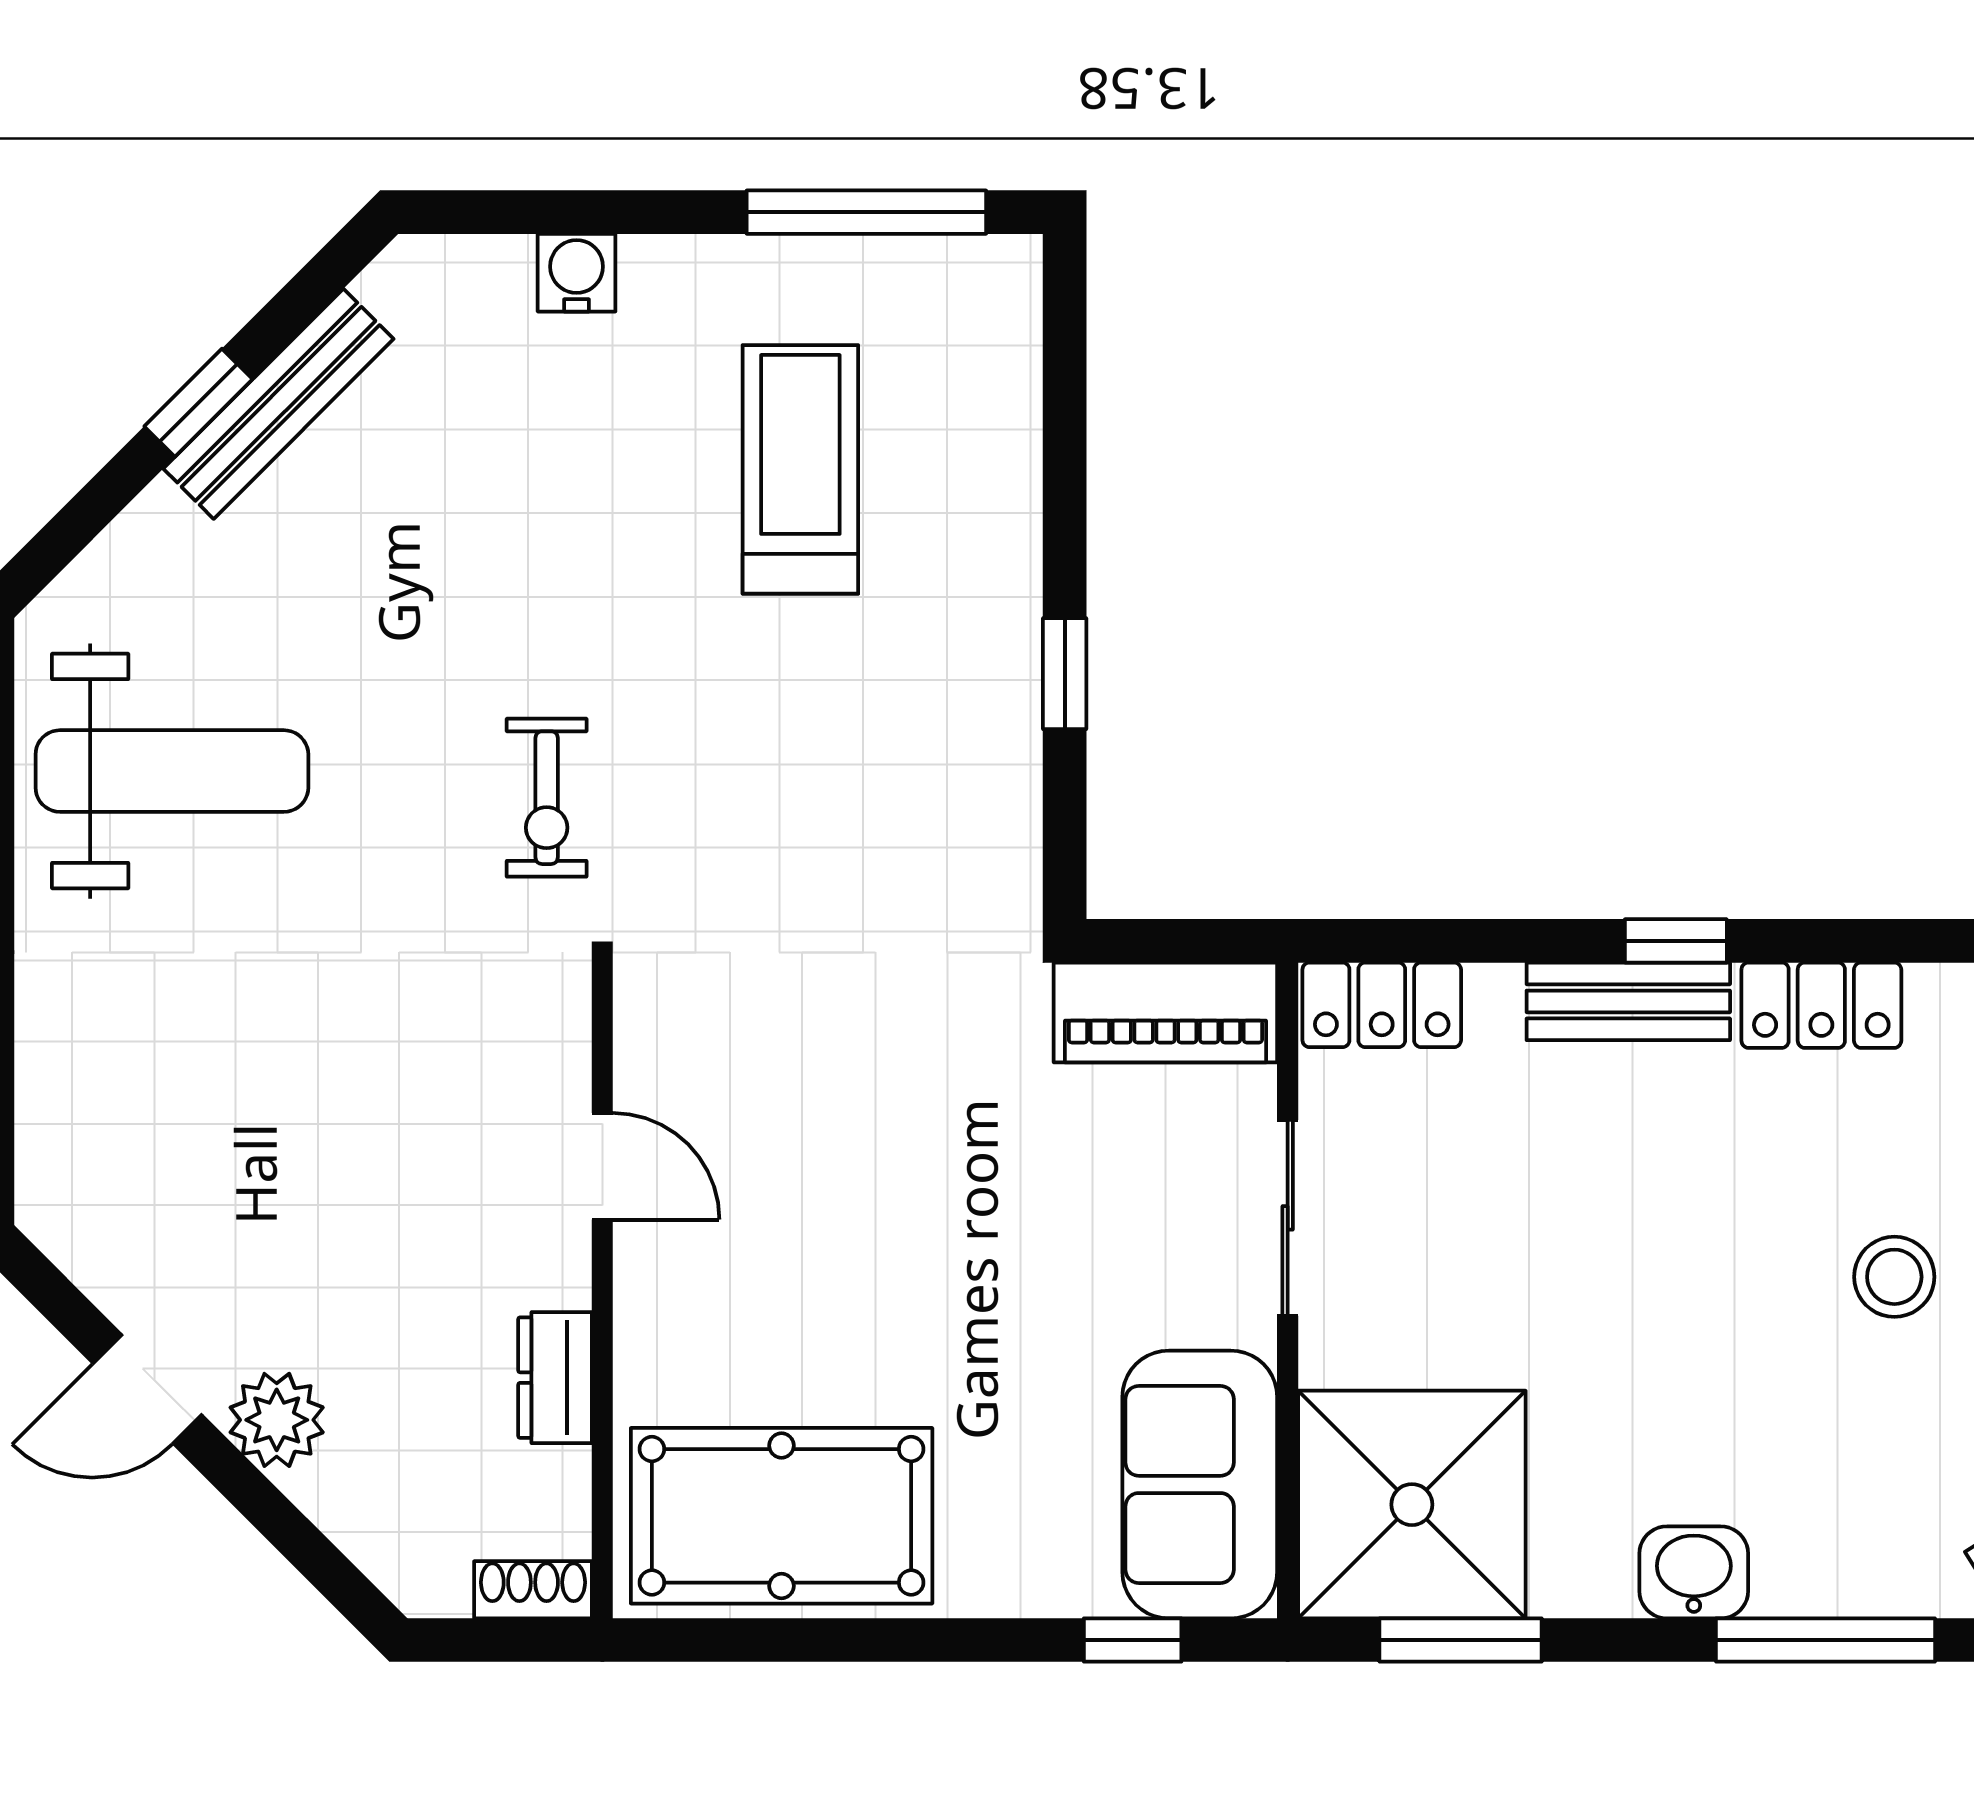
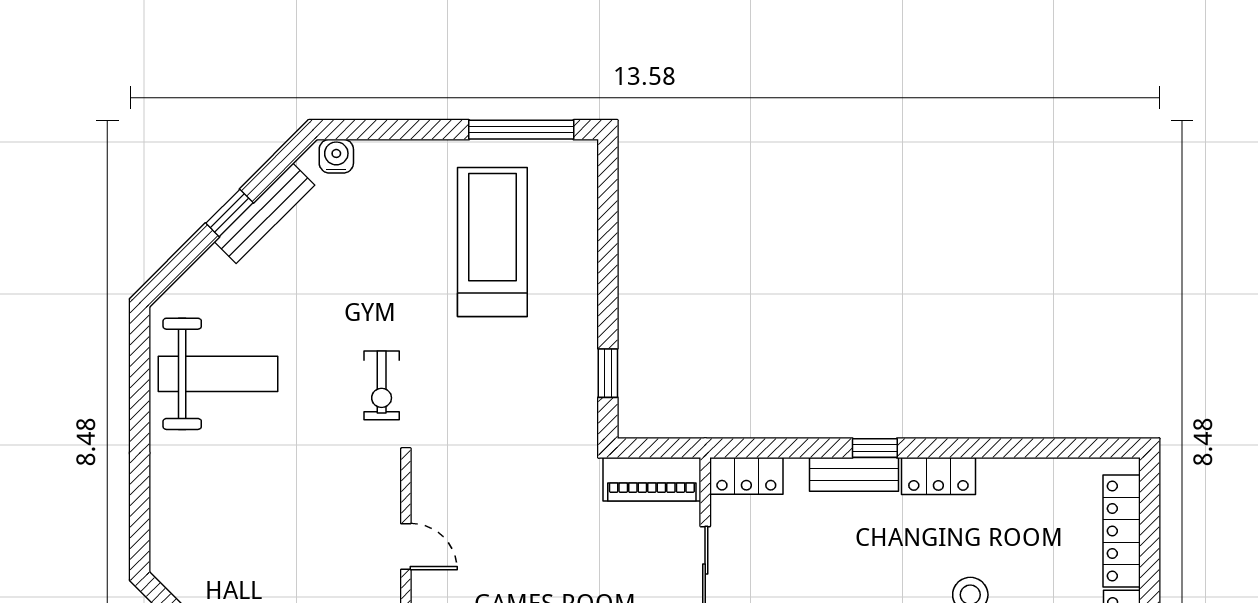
water cooler: (577, 273) -> (336, 156), moved
treadmill: (800, 469) -> (492, 242), width x1.37, depth x1.38
window: (1065, 674) -> (608, 373), moved

